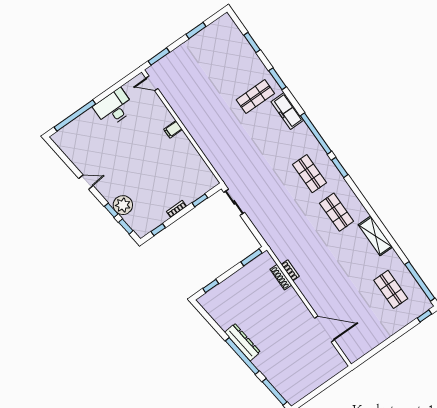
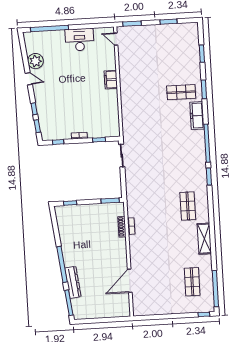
filing cabinet: (173, 129) -> (111, 80), width x2.00
shop shelf: (310, 174) -> (186, 168), removed
plant: (123, 205) -> (35, 61), moved
door: (324, 329) -> (130, 281), swing flipped
dresser: (242, 342) -> (73, 282), moved

